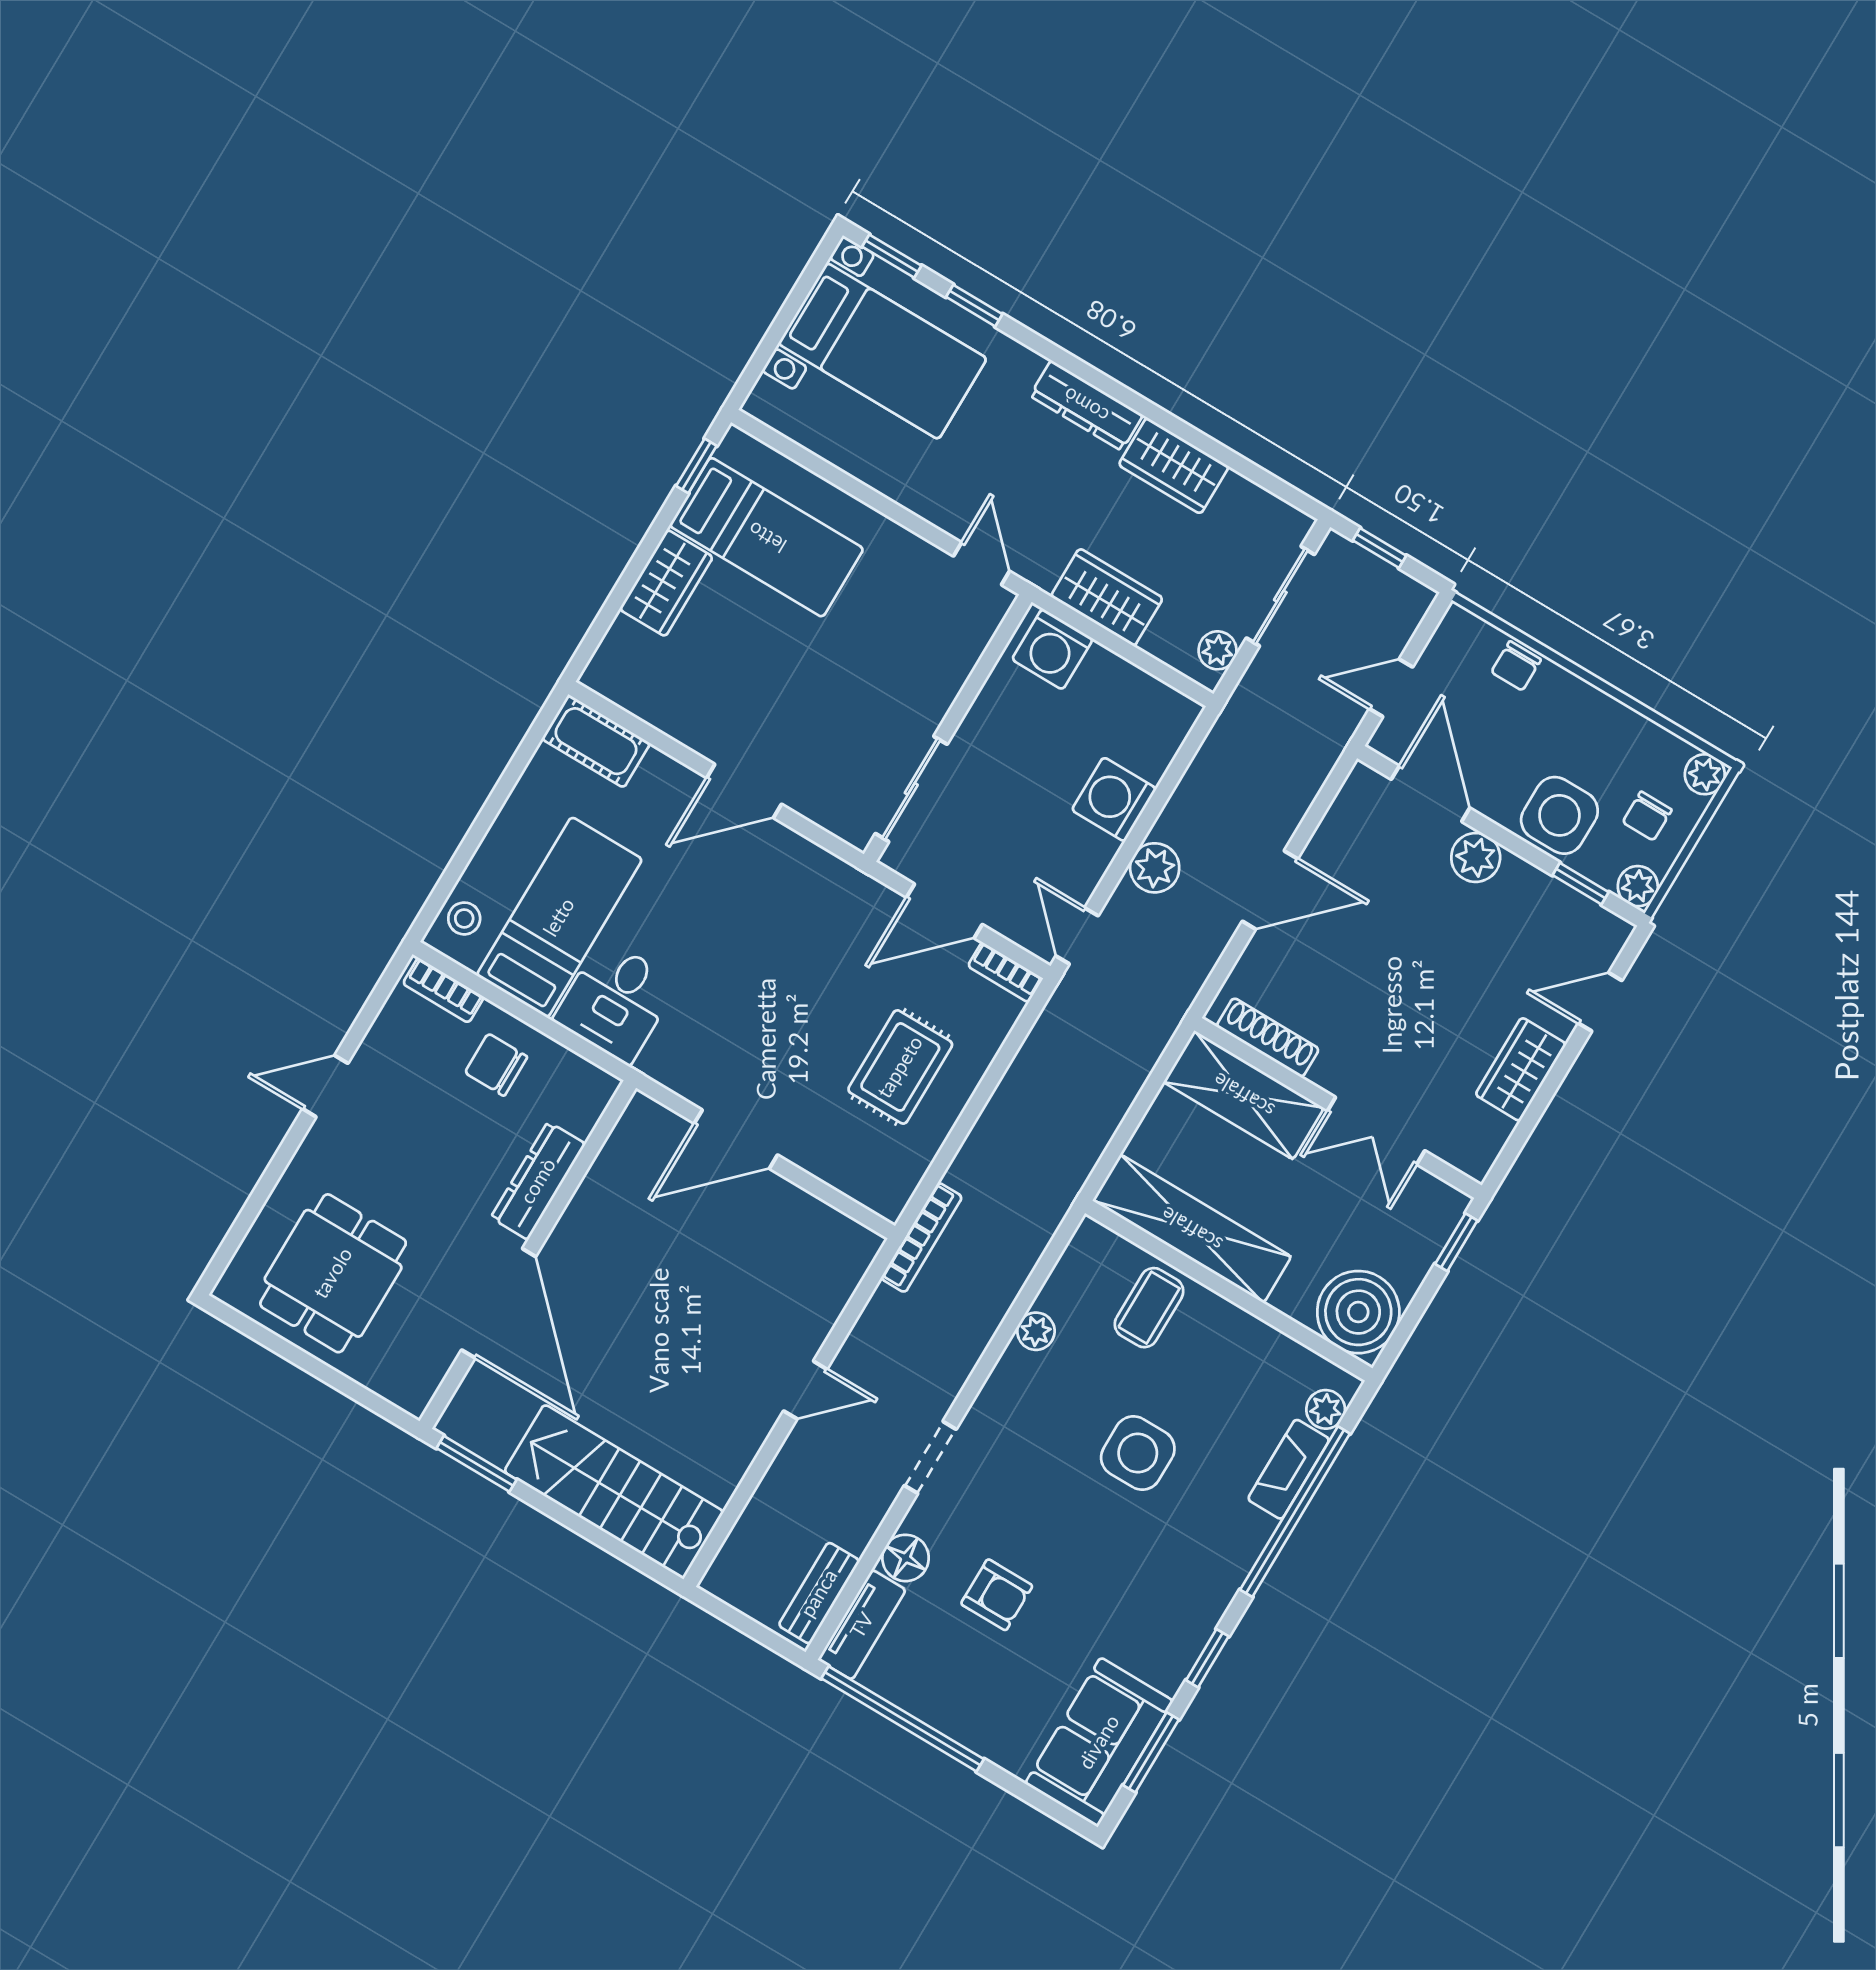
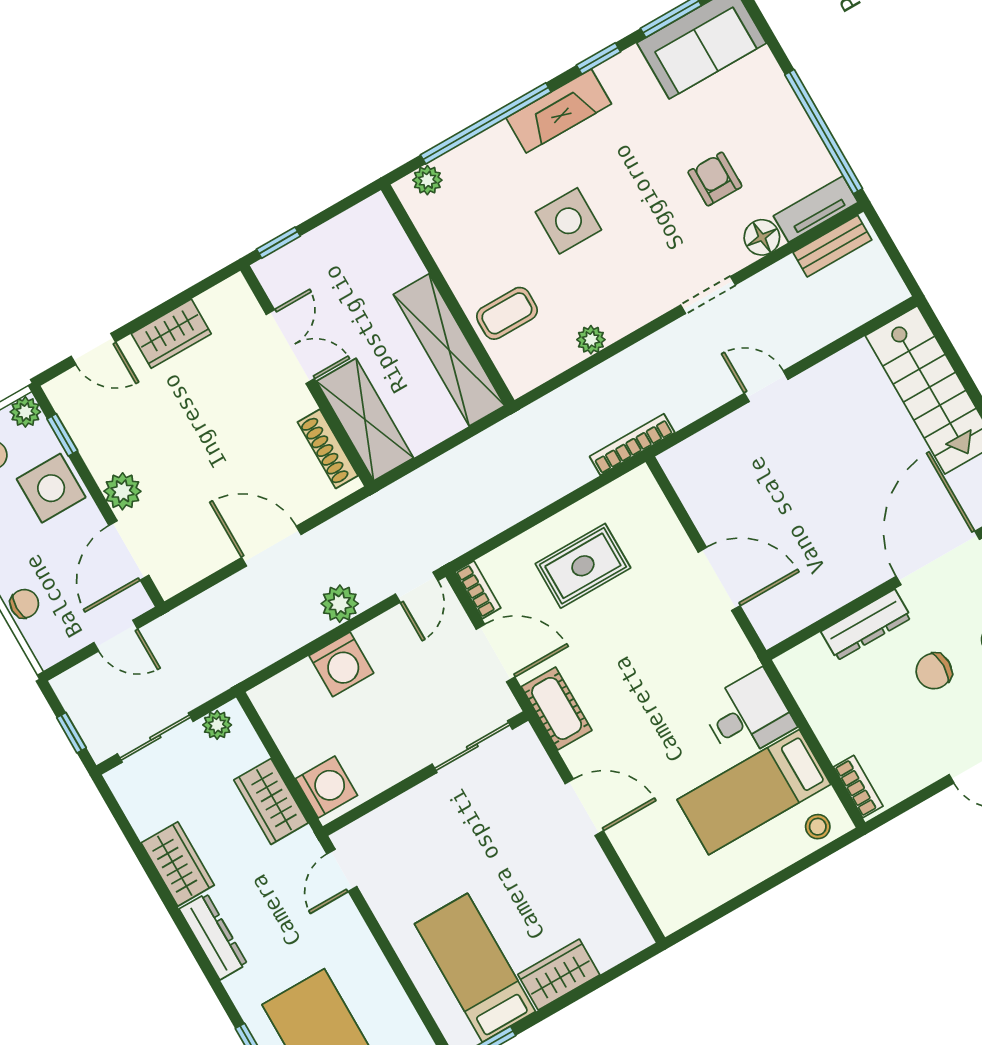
cot: (596, 741) -> (557, 708), moved
chair: (496, 1065) -> (934, 671), moved, turned 90
boiler: (1358, 1312) -> (369, 233), removed
fireplace: (1289, 1469) -> (559, 111), moved, width x1.37, depth x1.32

